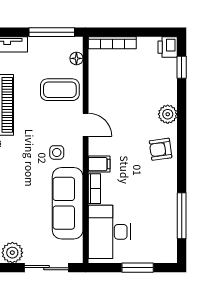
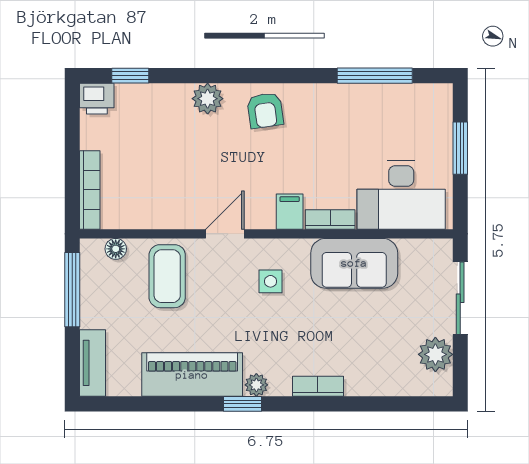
sofa: (68, 203) -> (354, 263), width x0.73

